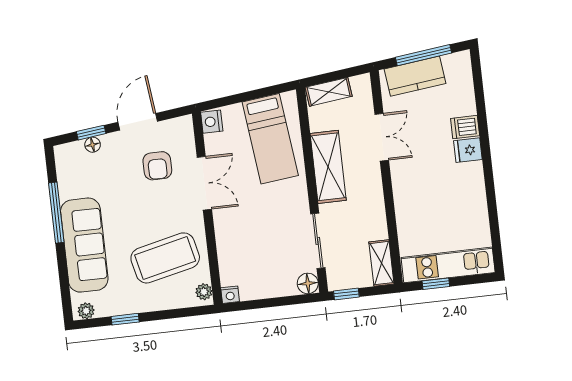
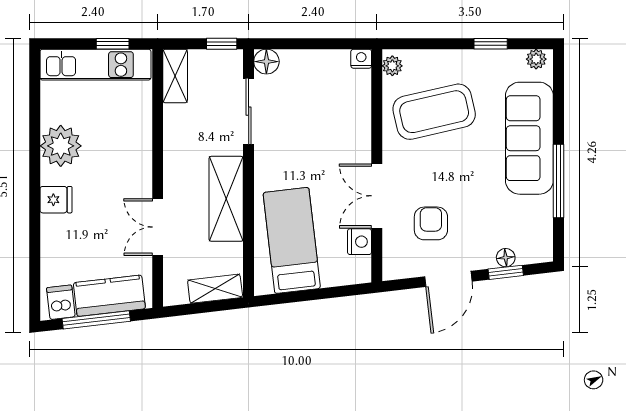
nightstand: (212, 122) -> (360, 242), moved
dishwasher: (465, 127) -> (61, 302), moved, turned -97
plant: (469, 195) -> (61, 146), added

